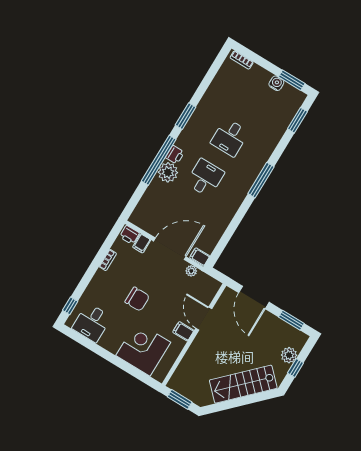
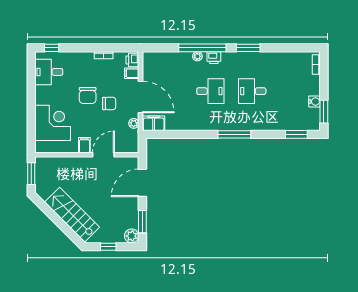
plant: (168, 172) -> (197, 56), width x0.53, depth x0.53
filing cabinet: (200, 257) -> (154, 123), width x2.00
chair: (158, 283) -> (109, 103), added
plant: (289, 355) -> (132, 236), moved

